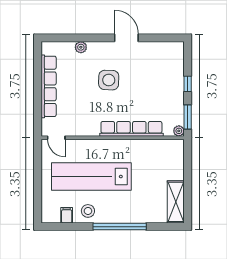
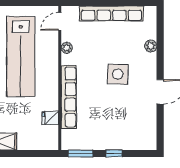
plant: (179, 131) -> (67, 48), moved
fridge: (152, 147) -> (50, 118), added
lab bench: (91, 177) -> (21, 57), turned 180

